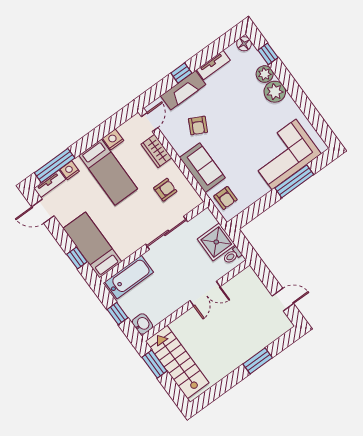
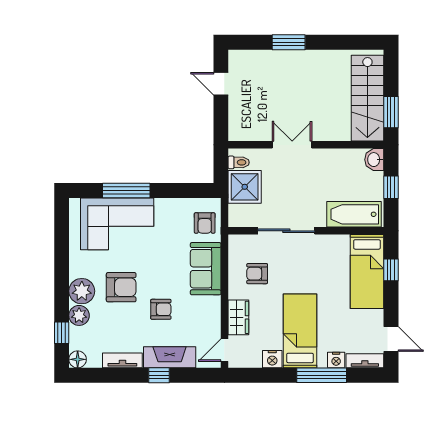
armchair: (250, 114) -> (121, 287), added
armchair: (198, 125) -> (161, 309), moved, turned 63
window: (55, 165) -> (322, 375), moved
armchair: (225, 198) -> (205, 223), turned 180

